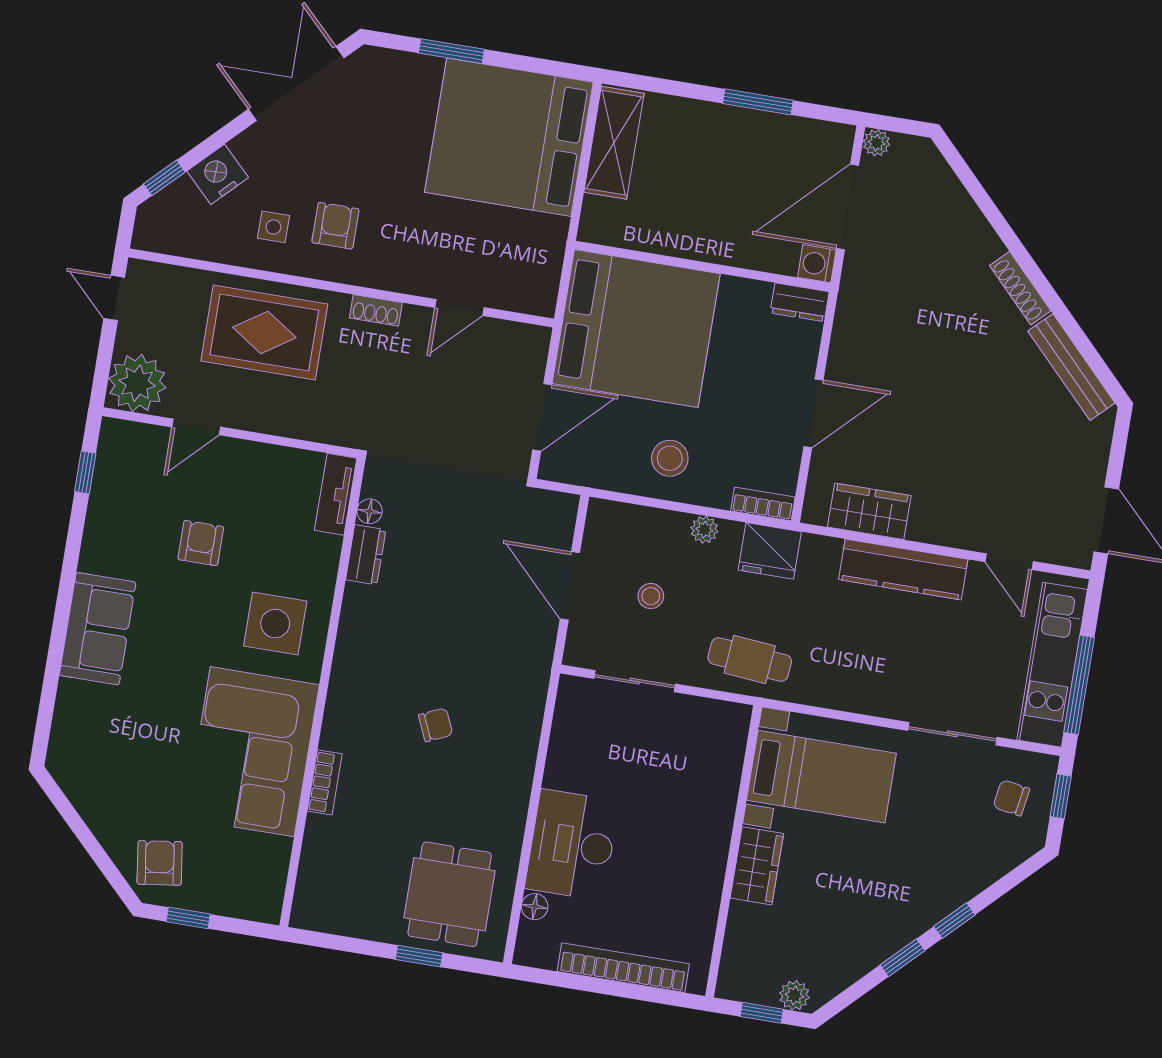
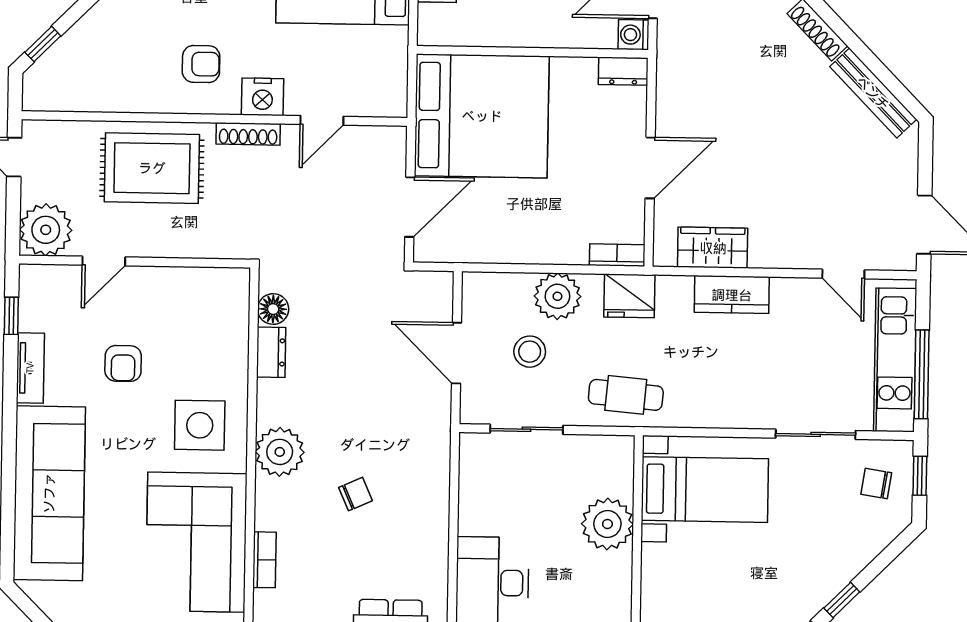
nightstand: (218, 174) -> (262, 97), moved, turned -135
armchair: (335, 226) -> (201, 64), turned 90
side table: (274, 227) -> (146, 73), removed
shoe rack: (376, 310) -> (248, 134), width x1.43
stool: (670, 458) -> (528, 227), removed
tv unit: (336, 494) -> (30, 368), moved, turned 180
floor lamp: (370, 511) -> (273, 309), width x1.37, depth x1.37
plant: (704, 530) -> (557, 296), width x1.87, depth x1.87
armchair: (201, 543) -> (123, 363), turned 180
kitchen counter: (903, 569) -> (732, 295), width x0.67
stool: (651, 596) -> (530, 352), width x1.37, depth x1.37
sofa: (98, 629) -> (49, 493), width x1.85, depth x1.27
plant: (359, 666) -> (280, 452), added
plant: (708, 799) -> (607, 524), added
wardrobe: (757, 866) -> (659, 577), removed

